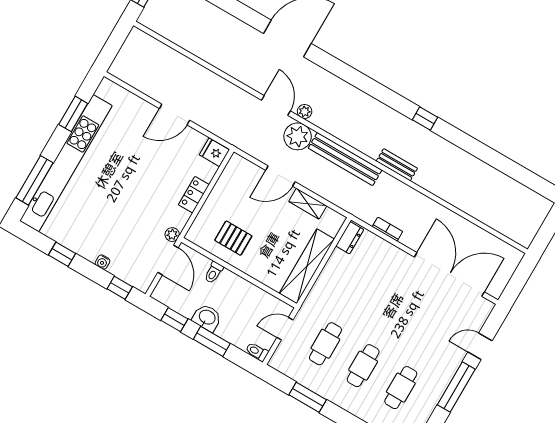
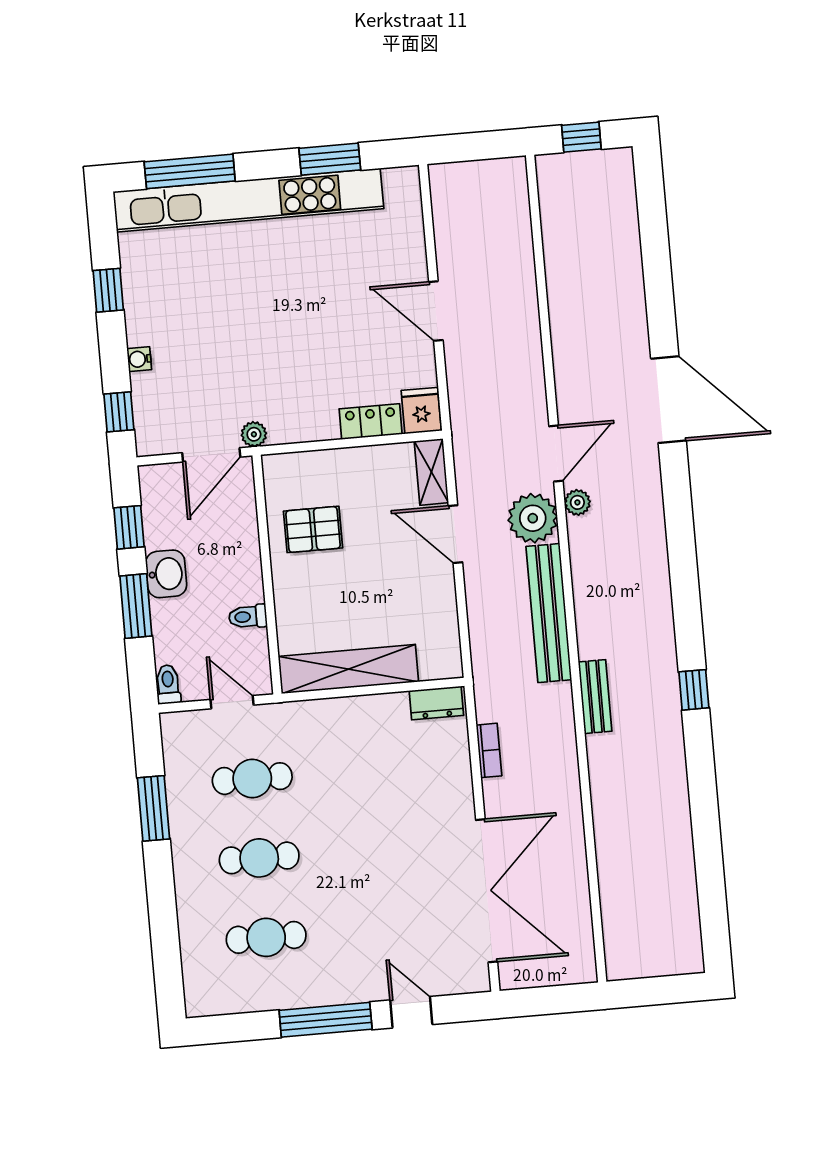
locker: (194, 195) -> (371, 422), moved
shelving: (308, 204) -> (431, 472), moved
pallet: (233, 238) -> (313, 529), turned 90
toilet: (214, 272) -> (248, 617), moved

